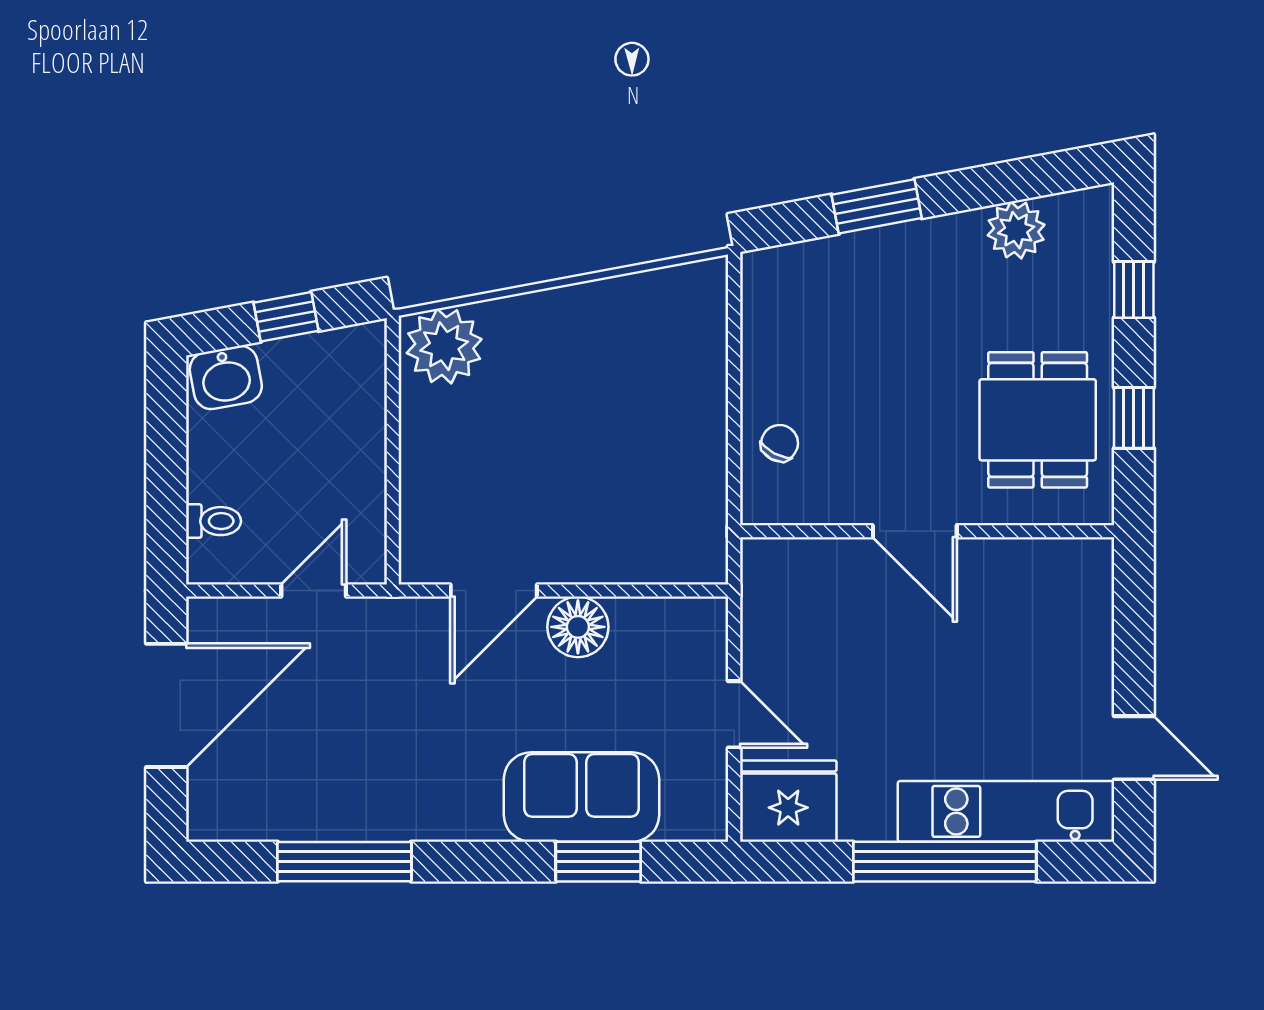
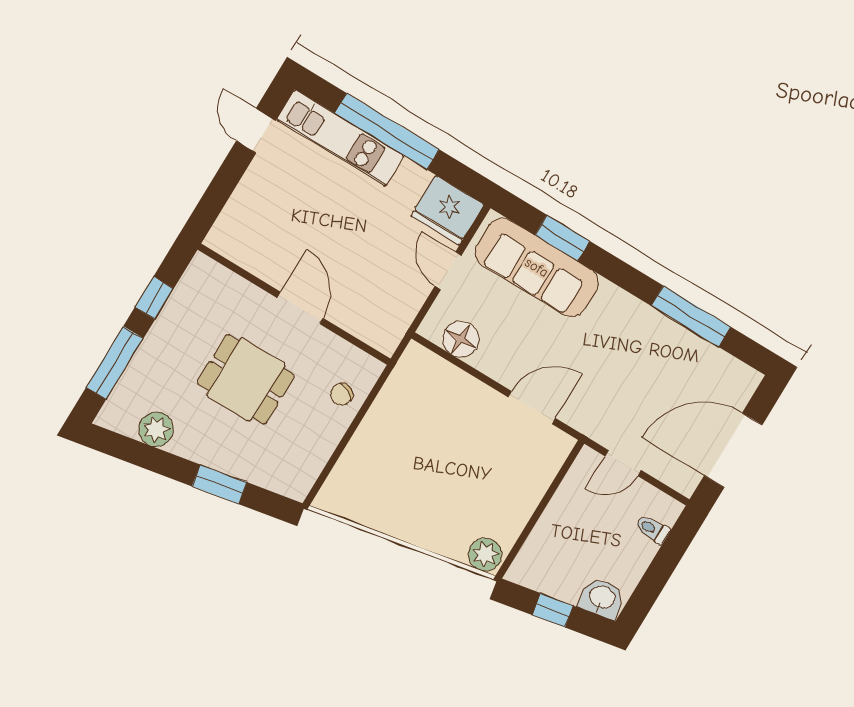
window: (1134, 290) -> (115, 363), width x2.17
plant: (444, 346) -> (485, 555), width x0.73, depth x0.73
dining table: (1038, 420) -> (246, 379), moved, turned 90
floor lamp: (578, 627) -> (461, 339), moved
sofa: (581, 797) -> (537, 267), width x1.36

